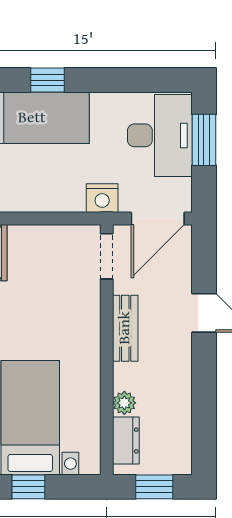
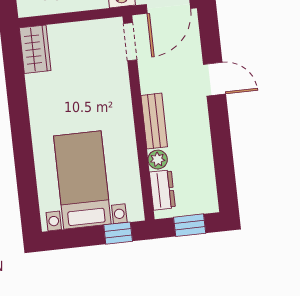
bench: (125, 328) -> (154, 121), moved
window: (28, 487) -> (118, 233), moved

